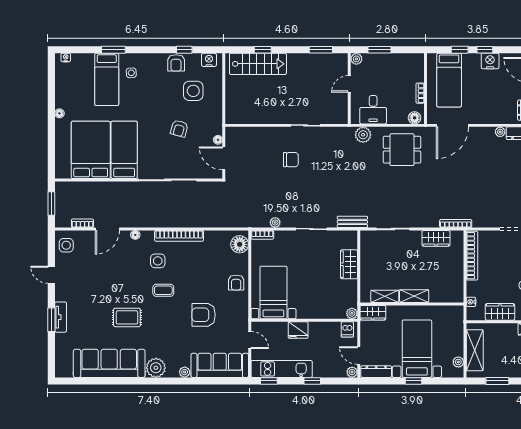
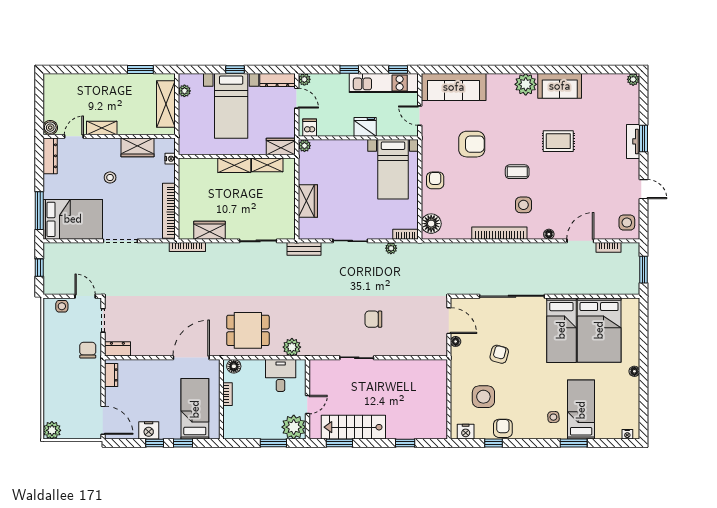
plant: (356, 59) -> (294, 427), width x1.88, depth x1.88
stairs: (258, 64) -> (353, 427), moved
plant: (500, 132) -> (137, 350), removed
sofa: (109, 363) -> (560, 86), width x0.54, depth x0.79
plant: (185, 372) -> (633, 79), moved

